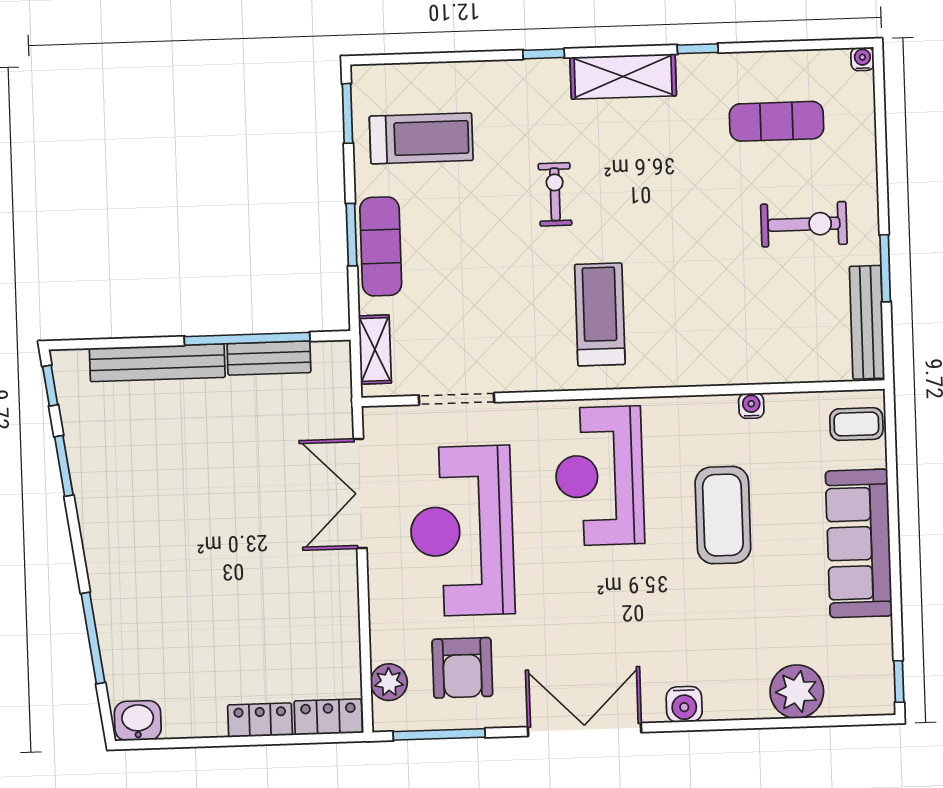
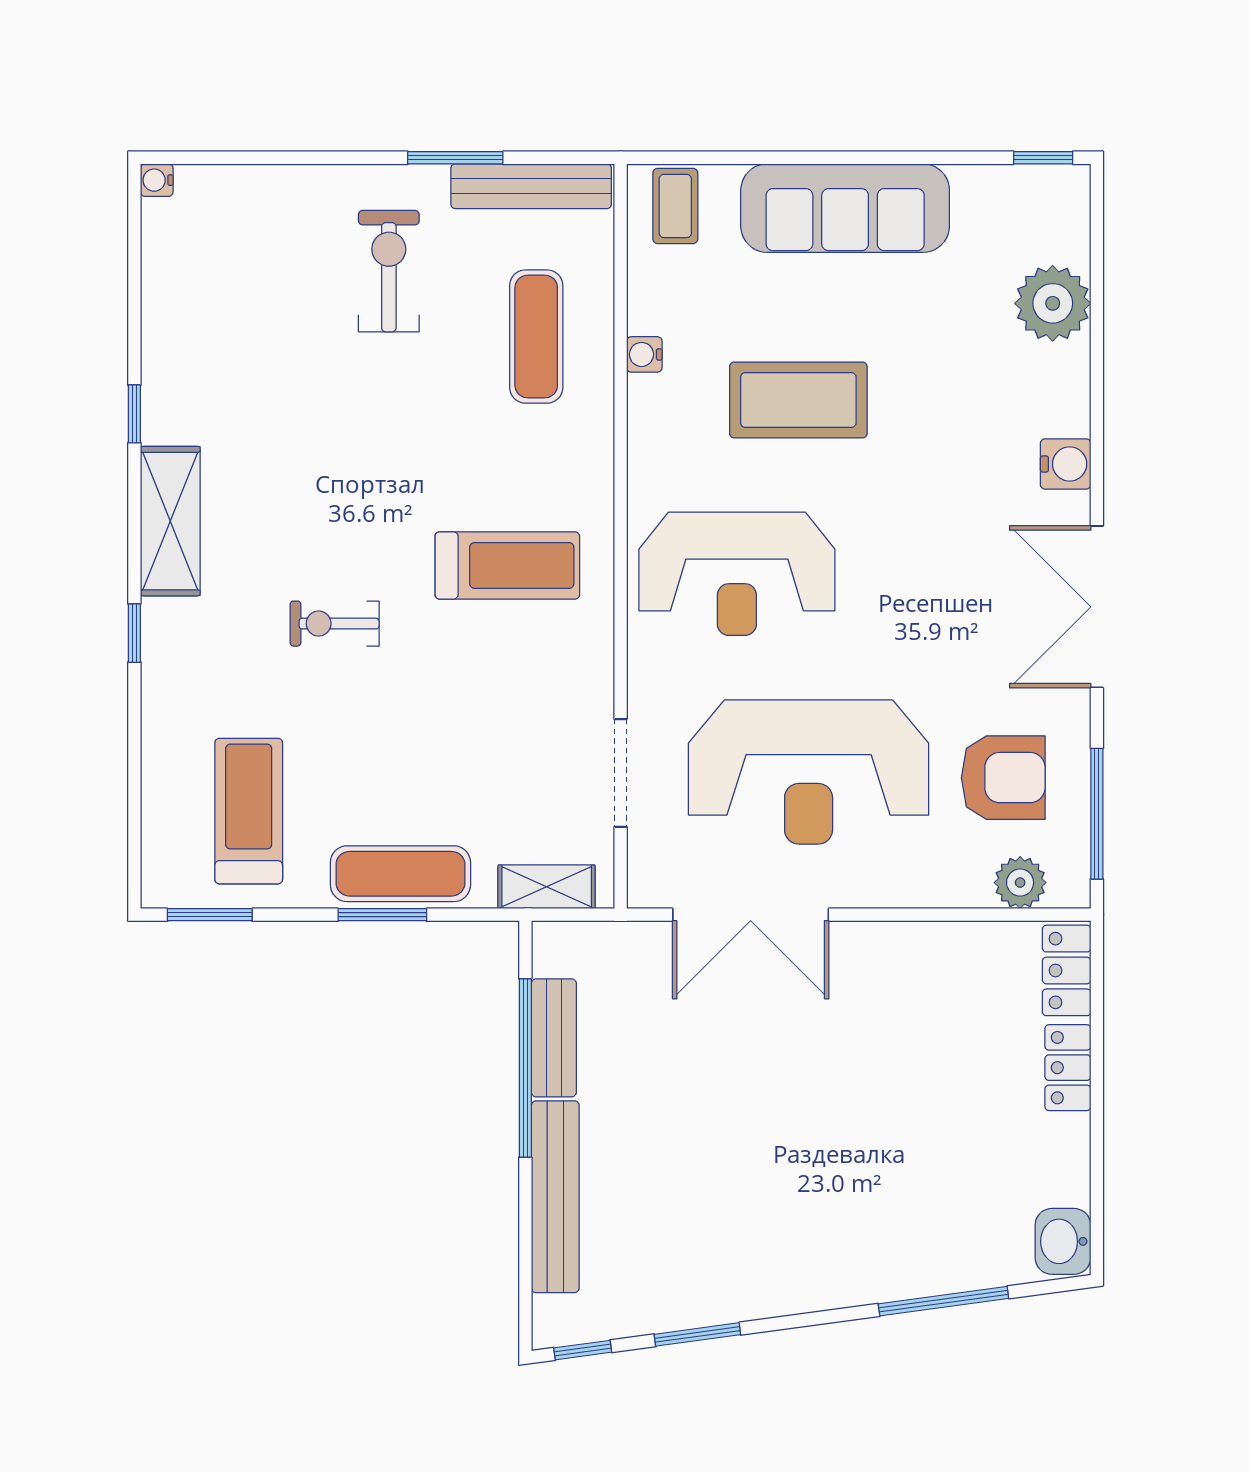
exercise mat: (776, 121) -> (536, 337), moved
treadmill: (600, 314) -> (507, 565), turned 180

